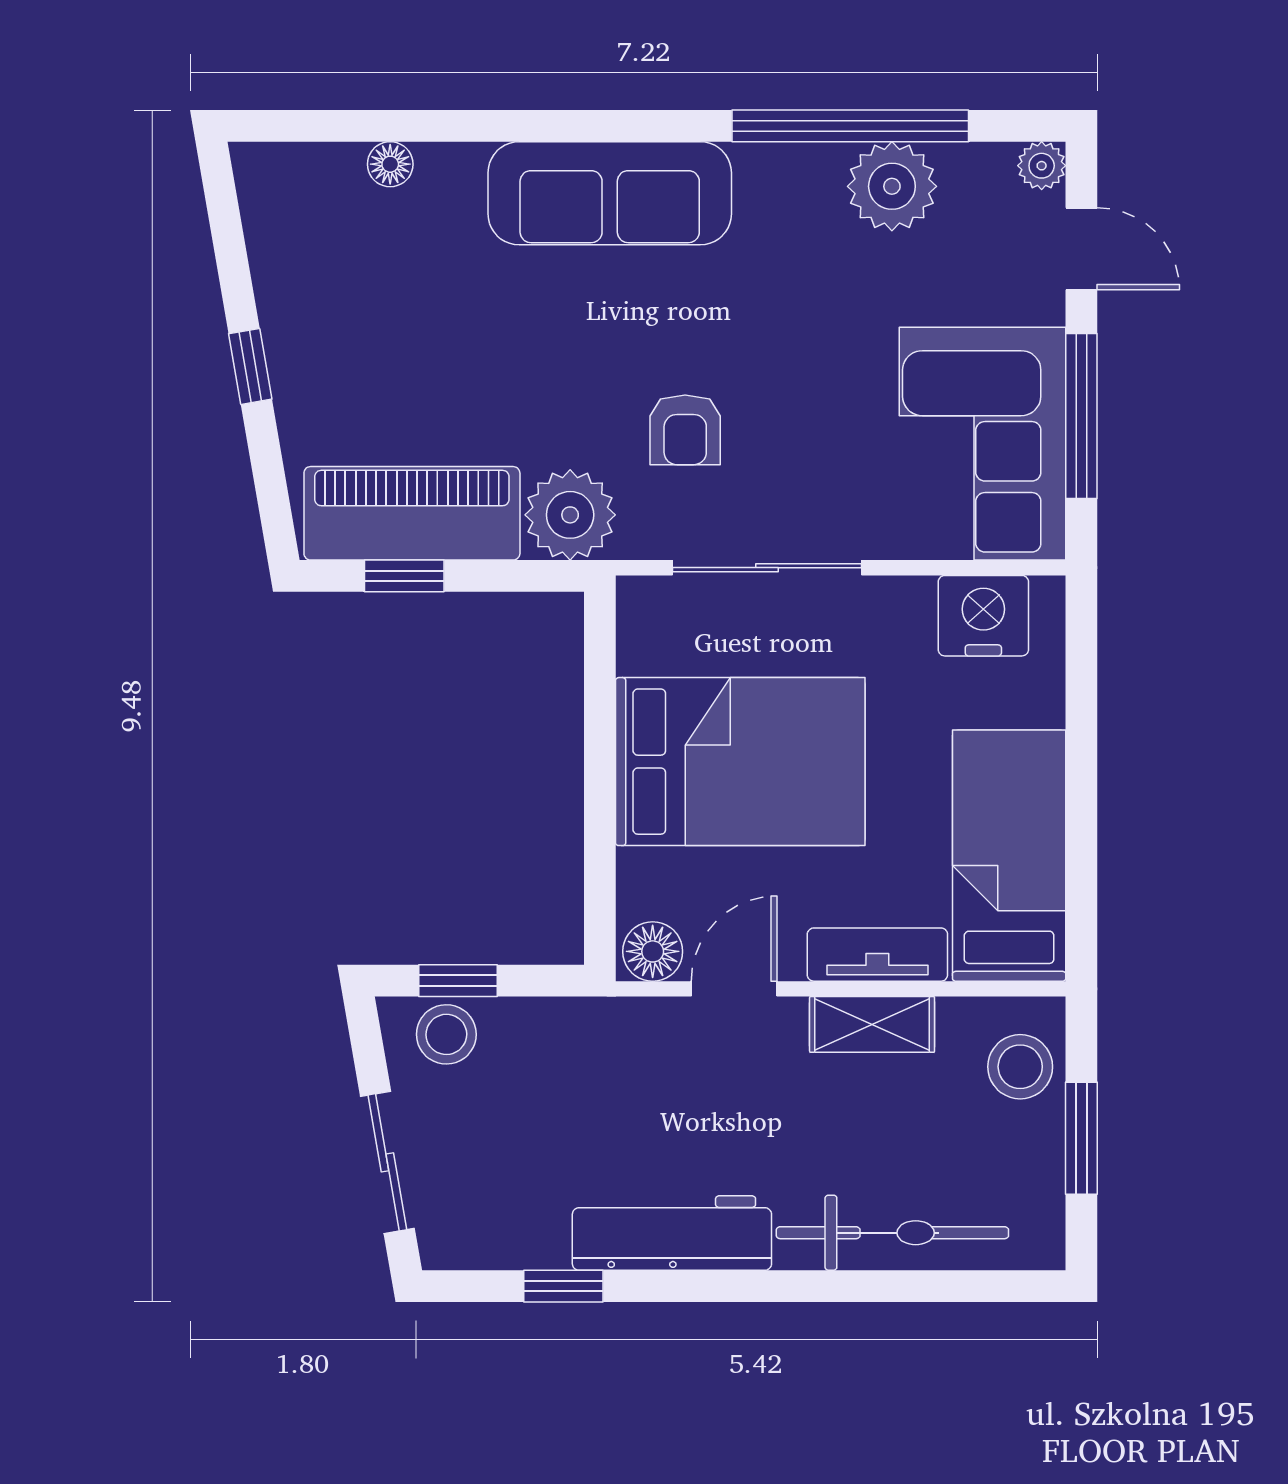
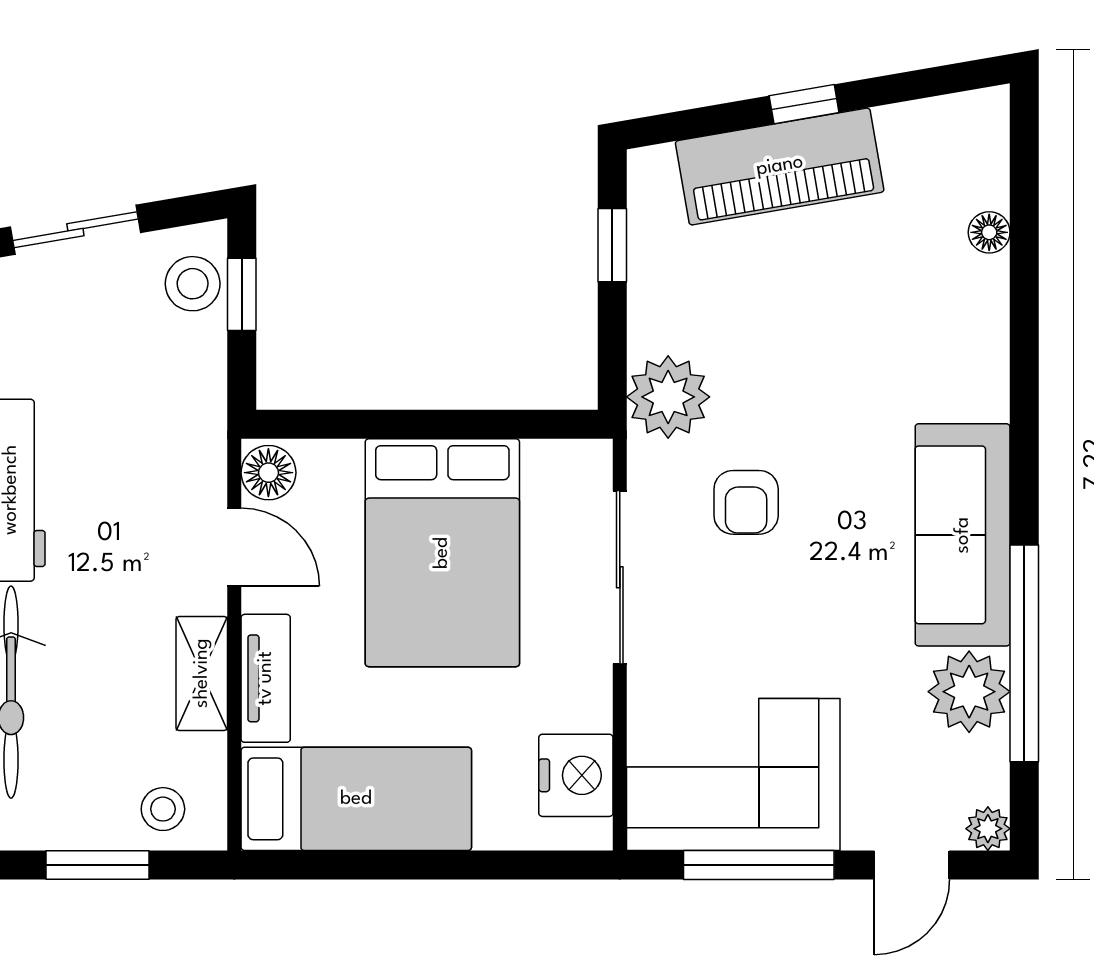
sofa: (610, 193) -> (963, 535), moved
armchair: (685, 430) -> (746, 502), turned -90
piano: (412, 513) -> (780, 166), moved, turned 80
stool: (1020, 1067) -> (163, 809), width x0.73, depth x0.73

